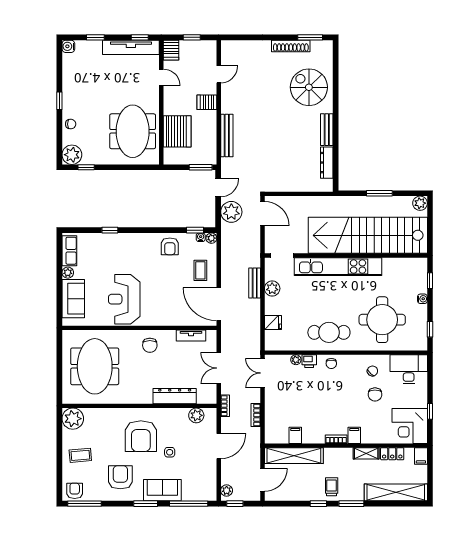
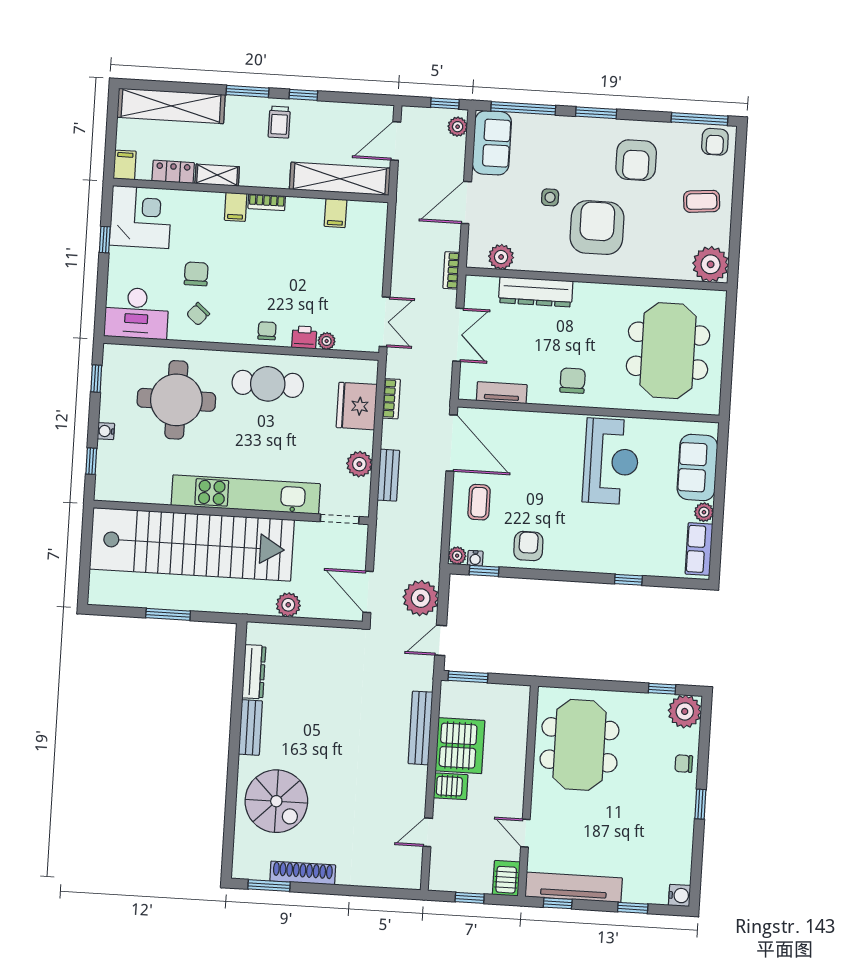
server rack: (177, 131) -> (460, 746), moved, turned 180
plant: (420, 203) -> (288, 605), moved
fridge: (273, 323) -> (357, 406), width x1.88, depth x1.34
bookcase: (256, 415) -> (391, 399), moved
sofa: (162, 490) -> (492, 143), moved, turned -90

